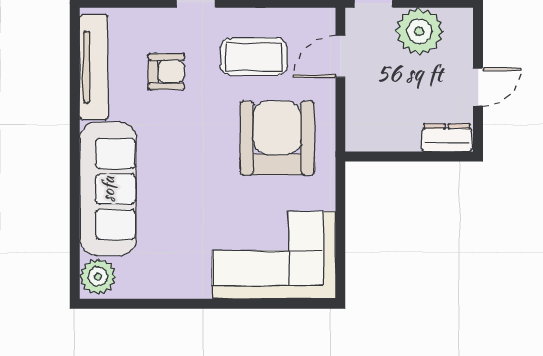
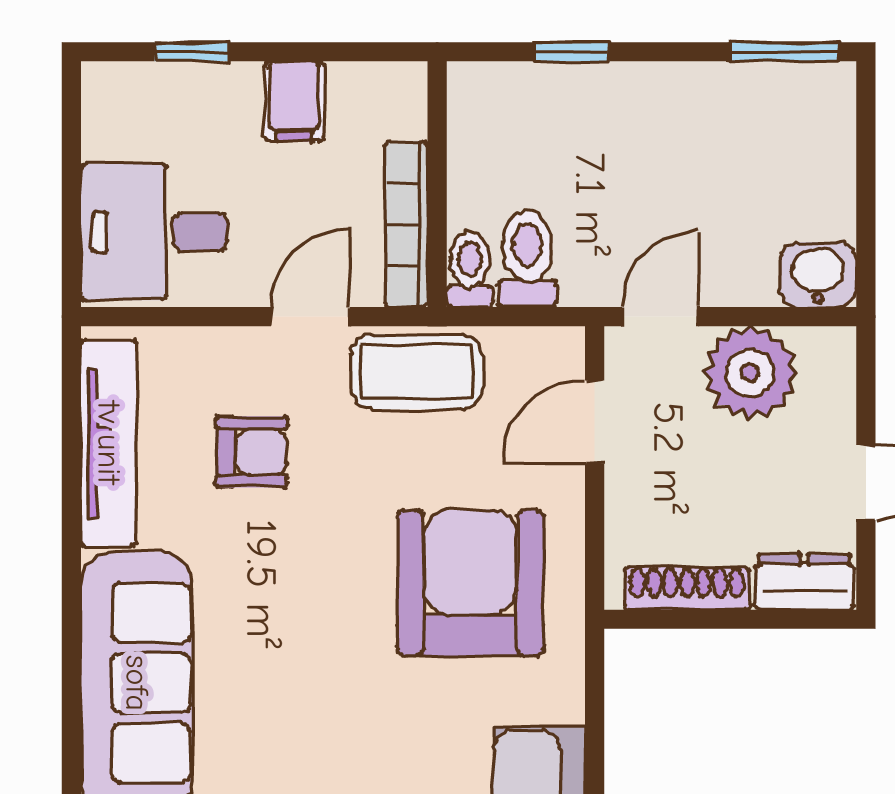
coffee table: (254, 57) -> (416, 372), moved
shoe rack: (387, 141) -> (687, 588), added

